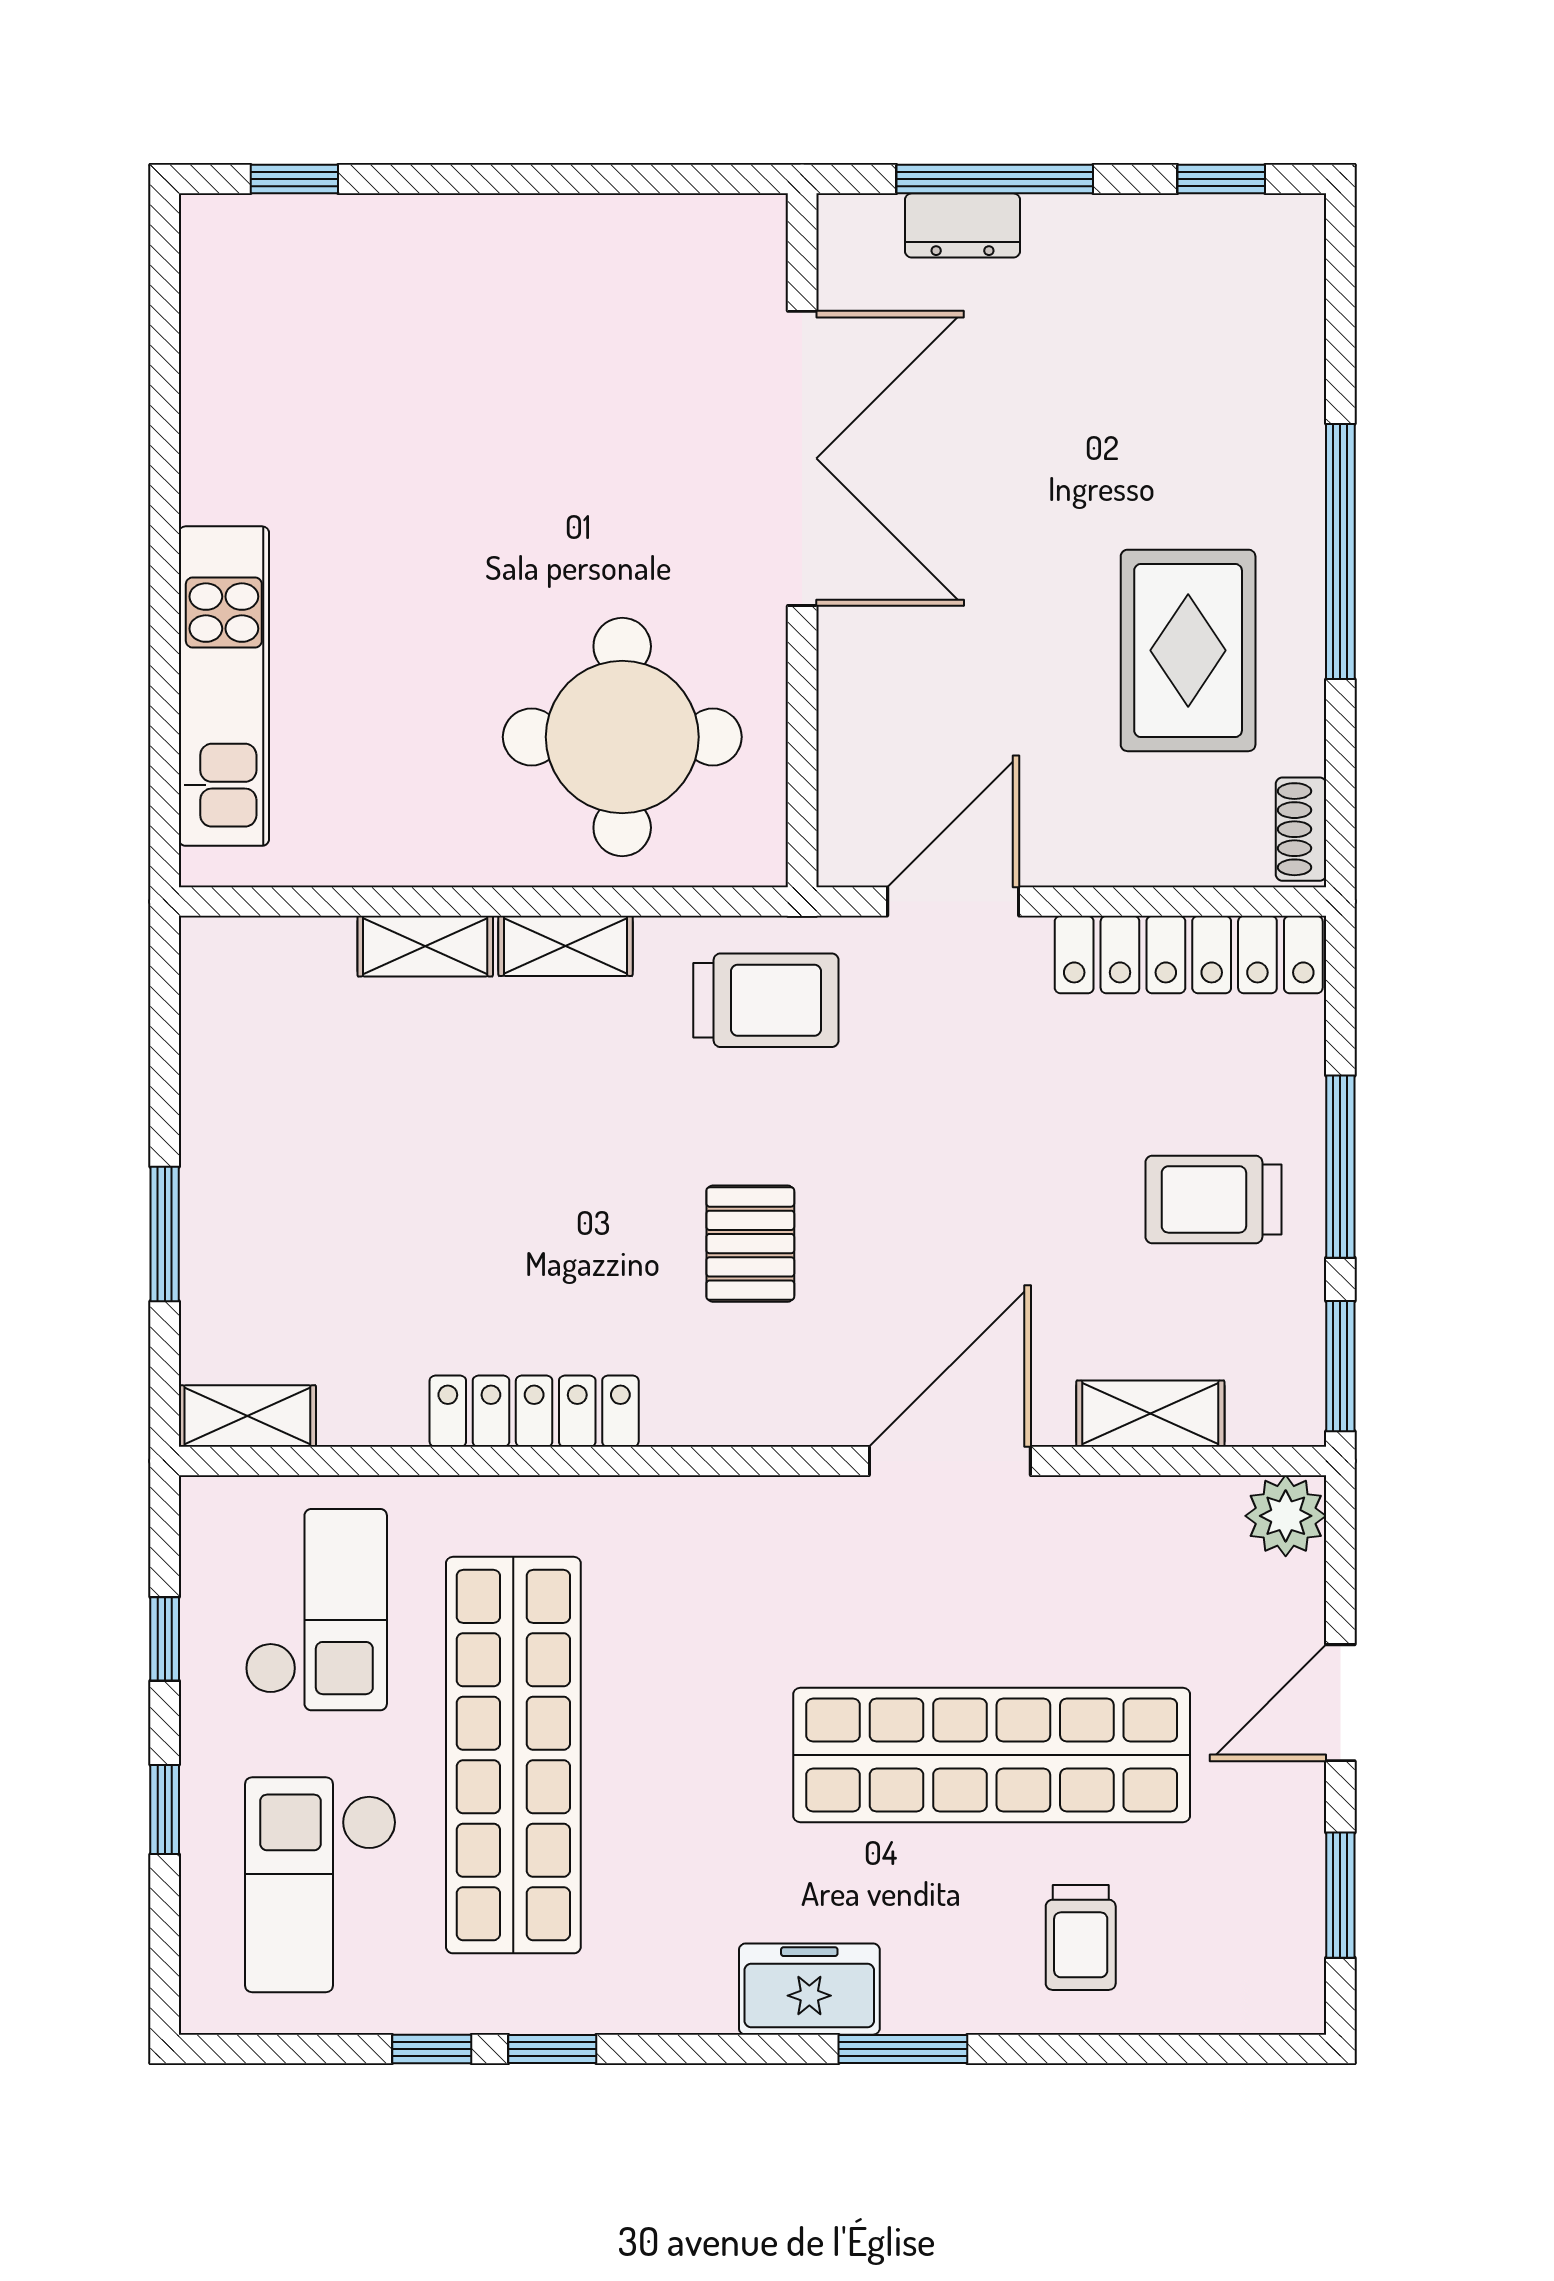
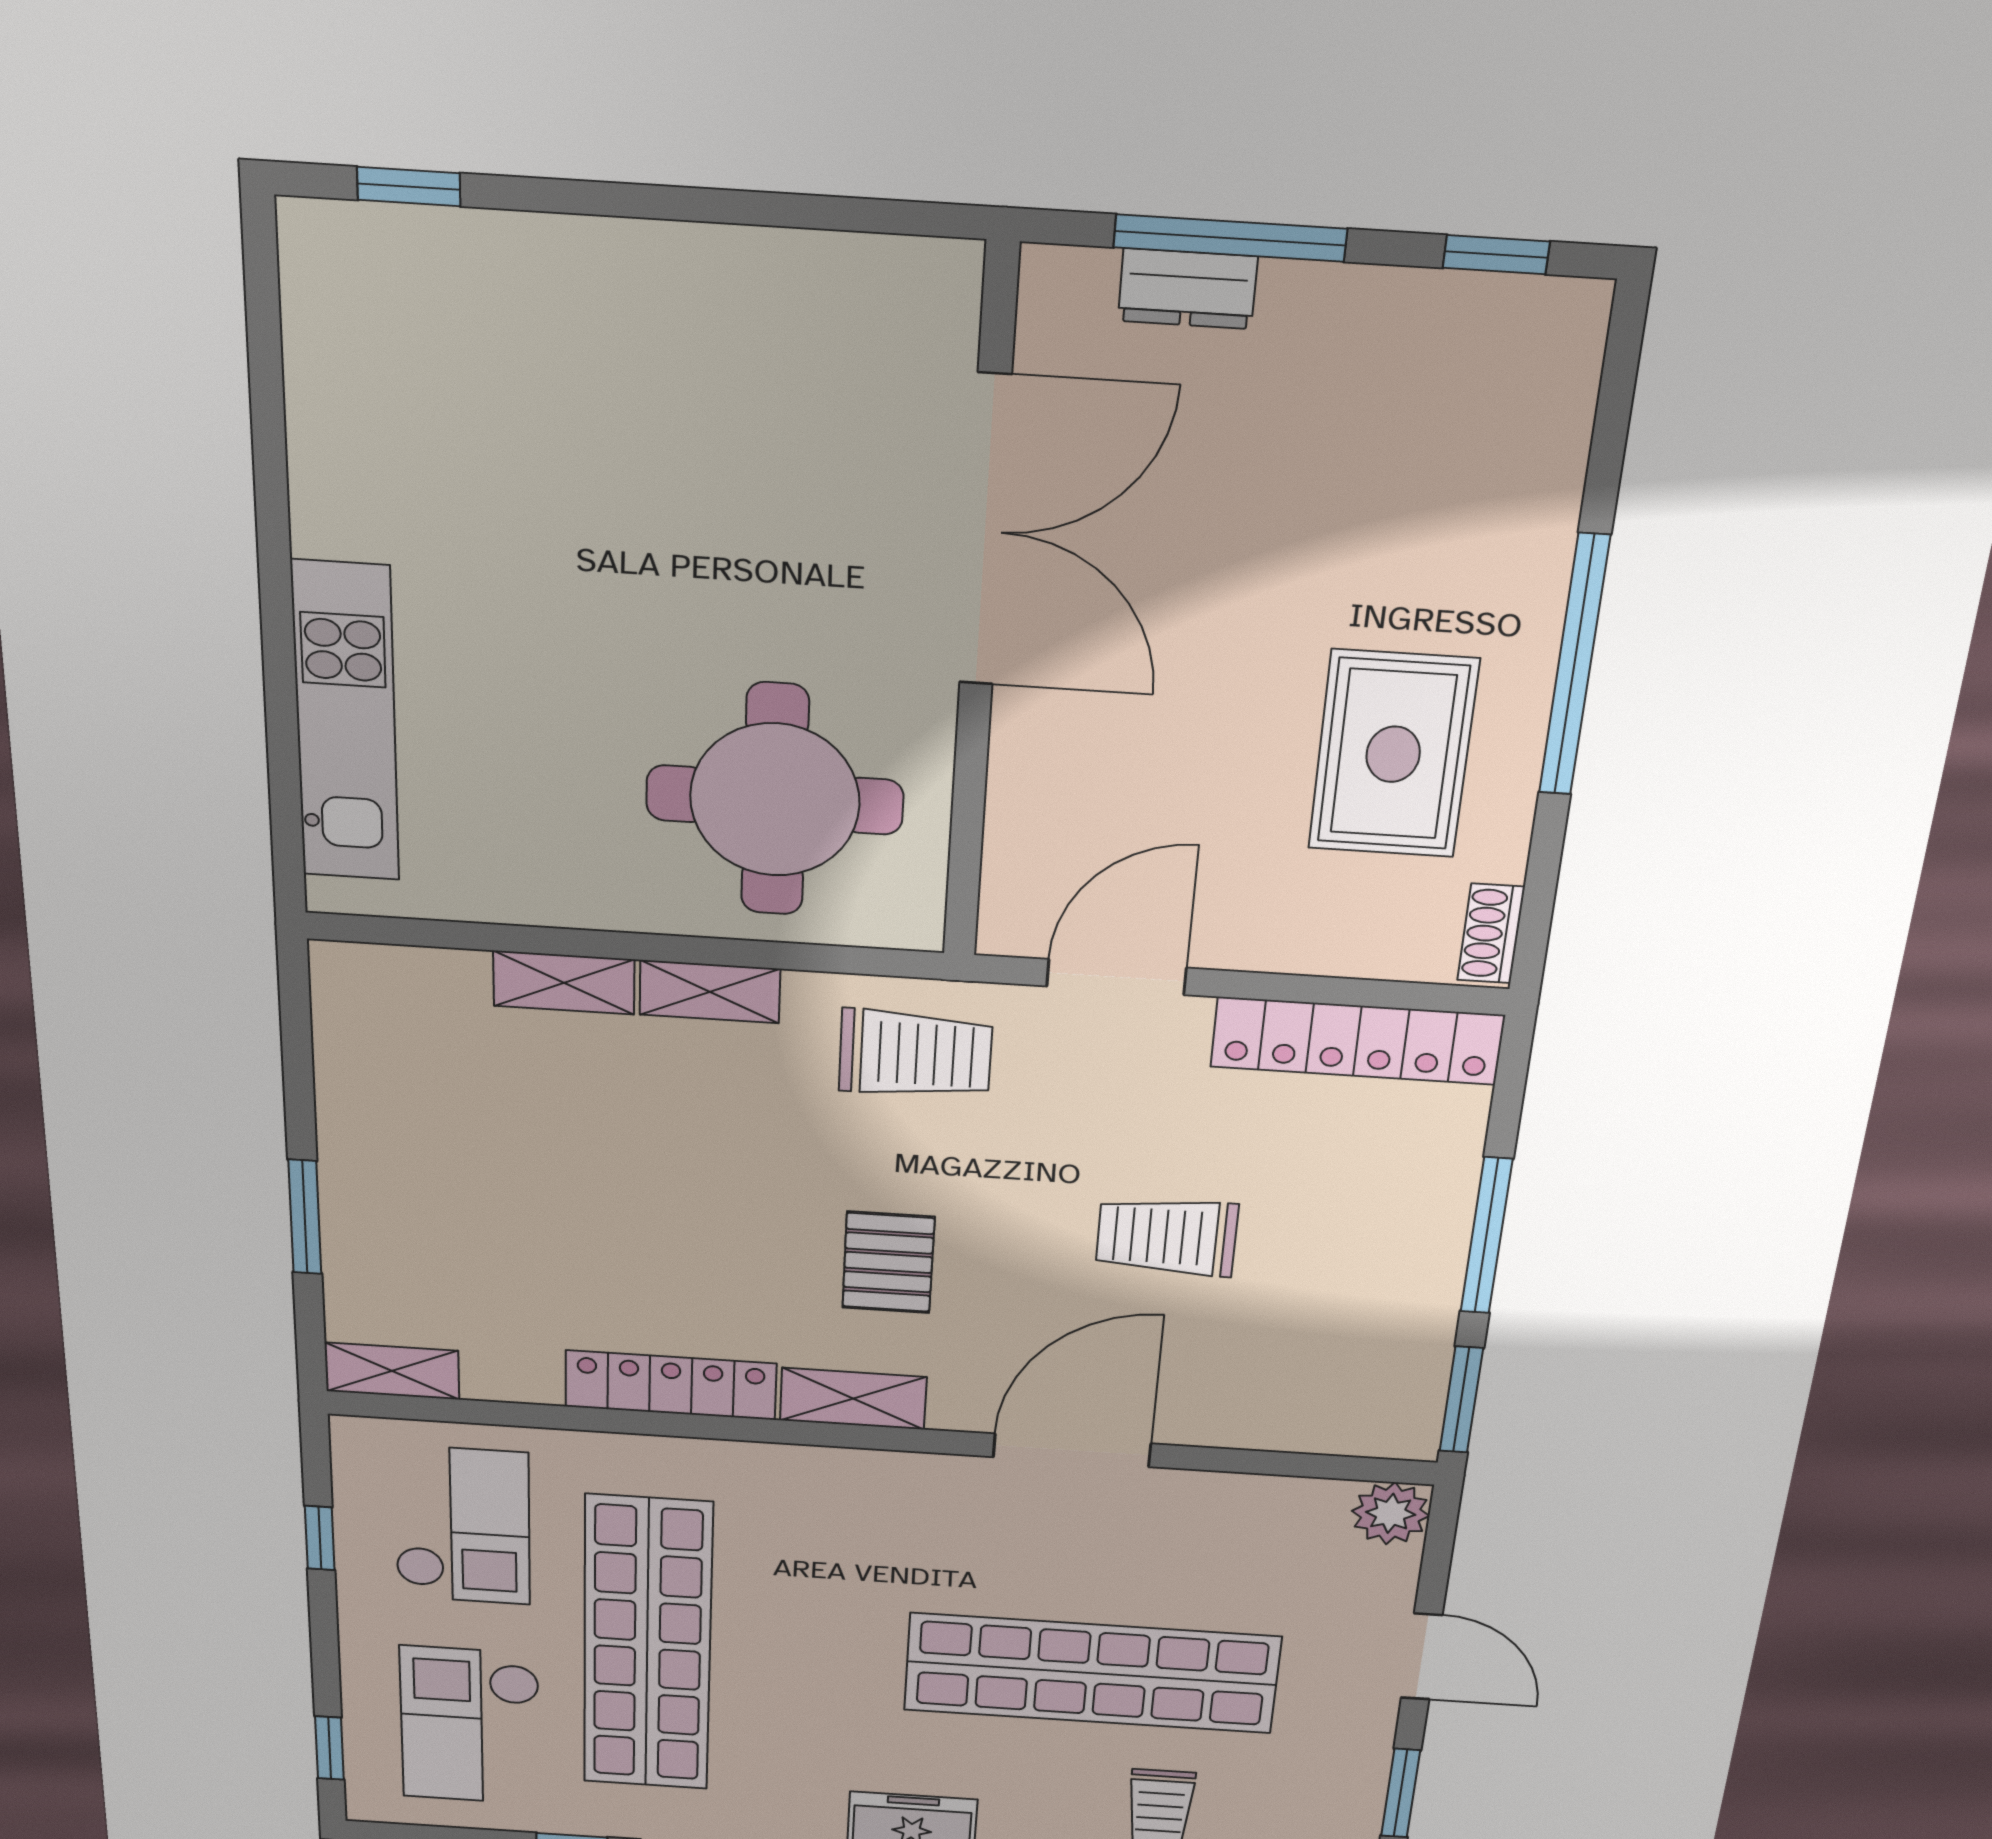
trolley: (1213, 1199) -> (1167, 1237), moved
shelving: (1150, 1414) -> (853, 1399), moved
door: (1340, 1703) -> (1422, 1656), swing flipped
window: (165, 1809) -> (330, 1748), moved

